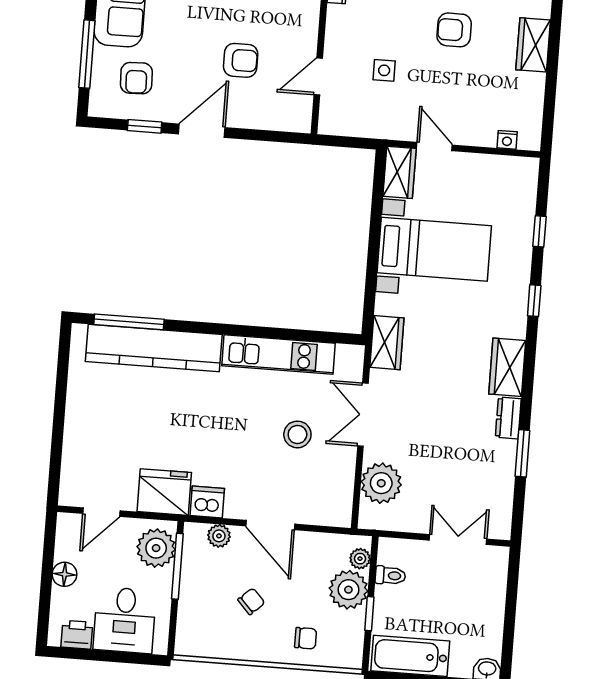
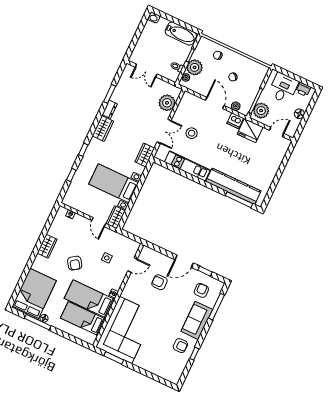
armchair: (454, 30) -> (75, 263), turned 55

